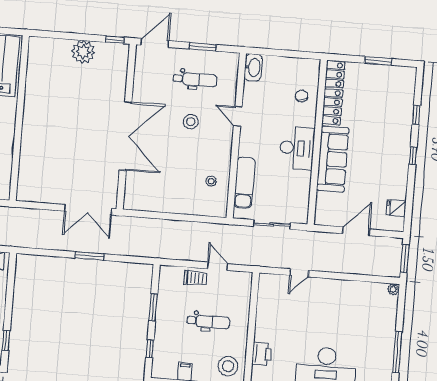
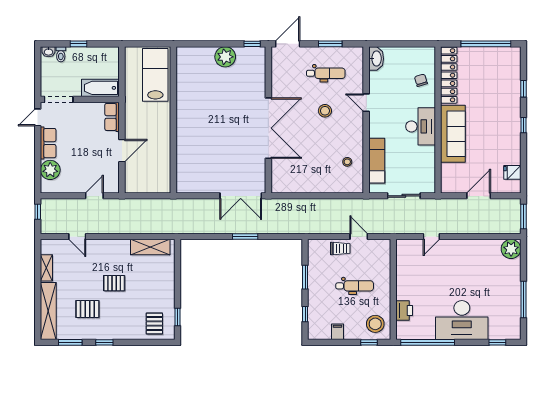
window: (378, 61) -> (486, 44), width x2.11
plant: (393, 289) -> (511, 249), width x1.88, depth x1.88

